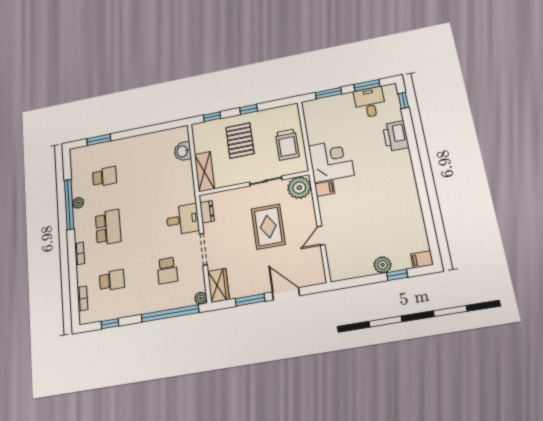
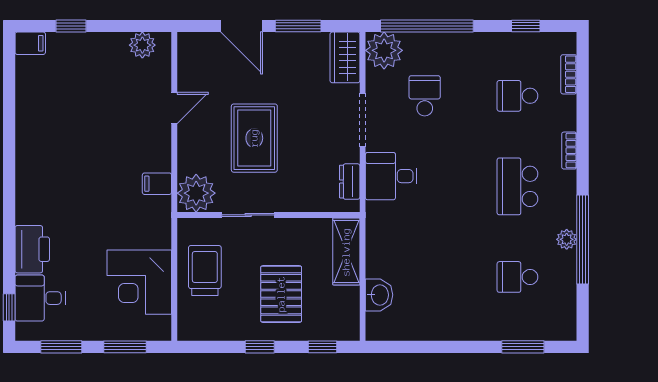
desk: (370, 102) -> (40, 298), moved, turned 90
corner desk: (331, 160) -> (139, 282), moved
plant: (383, 265) -> (142, 45), moved
plant: (201, 298) -> (384, 50), width x1.87, depth x1.87

